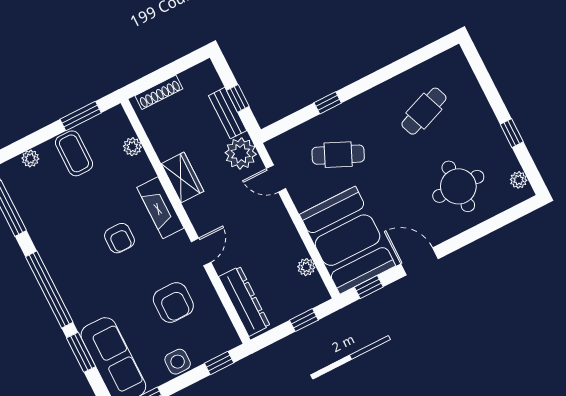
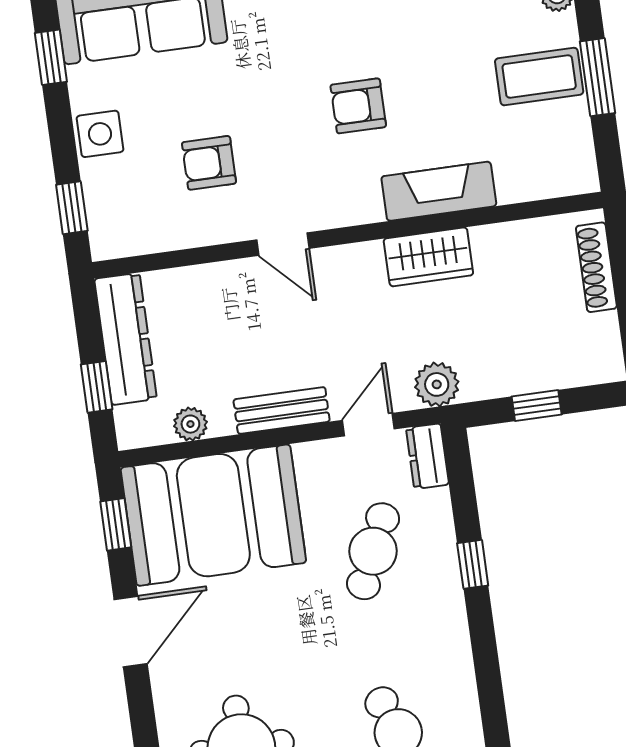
bench: (228, 113) -> (282, 411), moved
window: (81, 116) -> (597, 77), moved
dresser: (282, 144) -> (427, 456), added
plant: (132, 147) -> (515, 186), removed
plant: (241, 153) -> (437, 384), width x0.73, depth x0.73
fireplace: (160, 208) -> (439, 191), moved
dresser: (244, 301) -> (126, 339), moved, turned -90
armchair: (173, 303) -> (209, 163), width x0.72, depth x0.72

